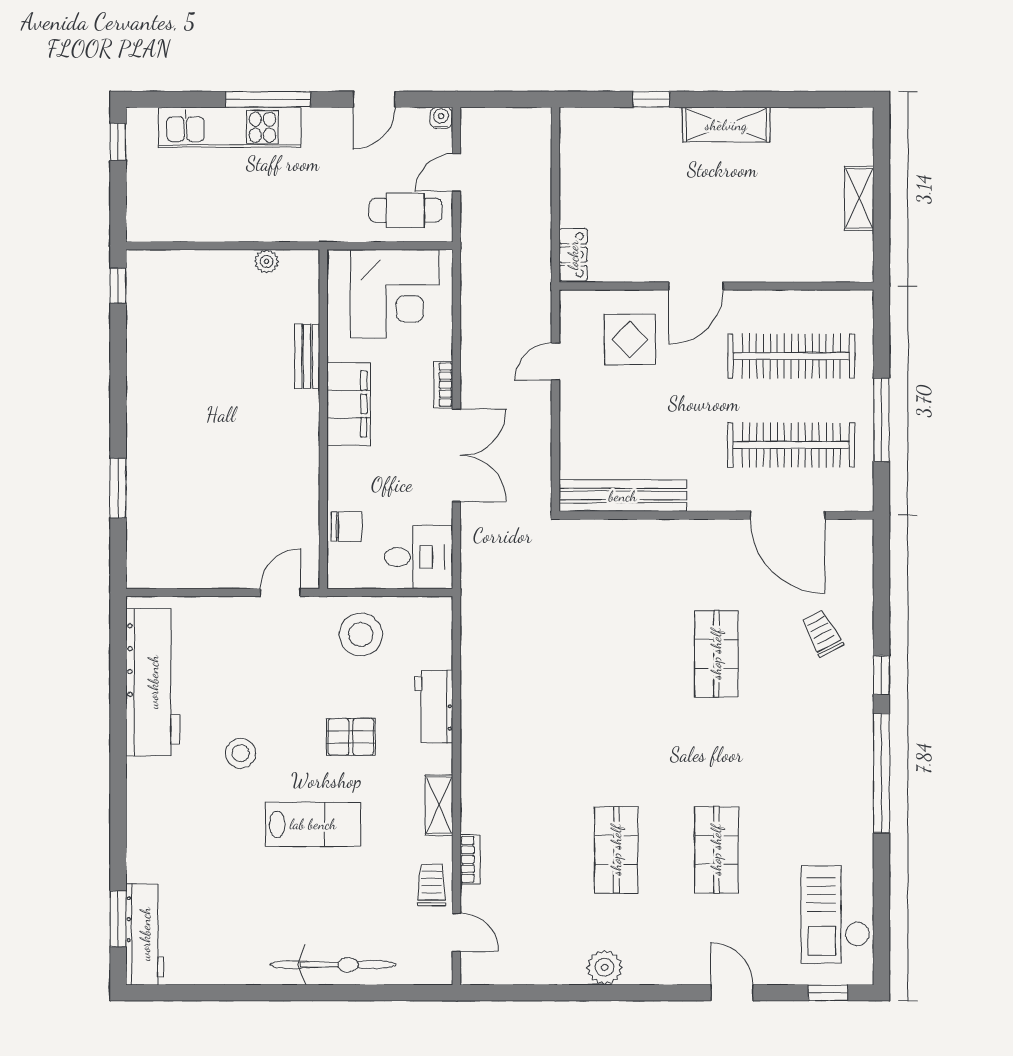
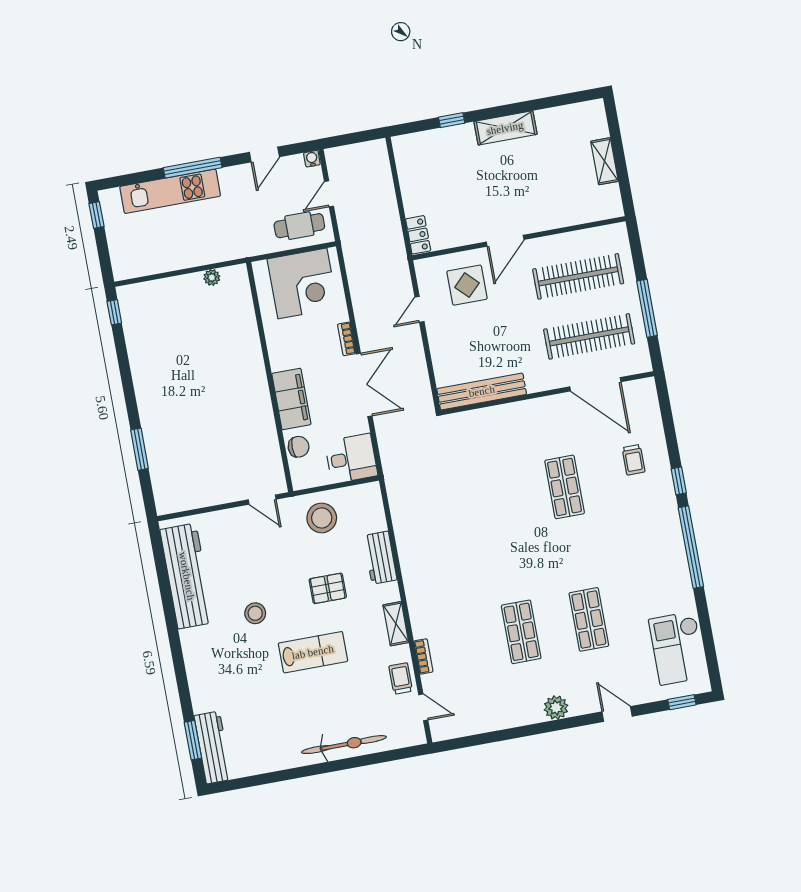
bench: (307, 356) -> (251, 337), removed
filing cabinet: (349, 404) -> (291, 399), moved
door: (280, 592) -> (262, 500), swing flipped
trolley: (822, 633) -> (634, 460), turned -152
plant: (605, 967) -> (556, 708), moved

